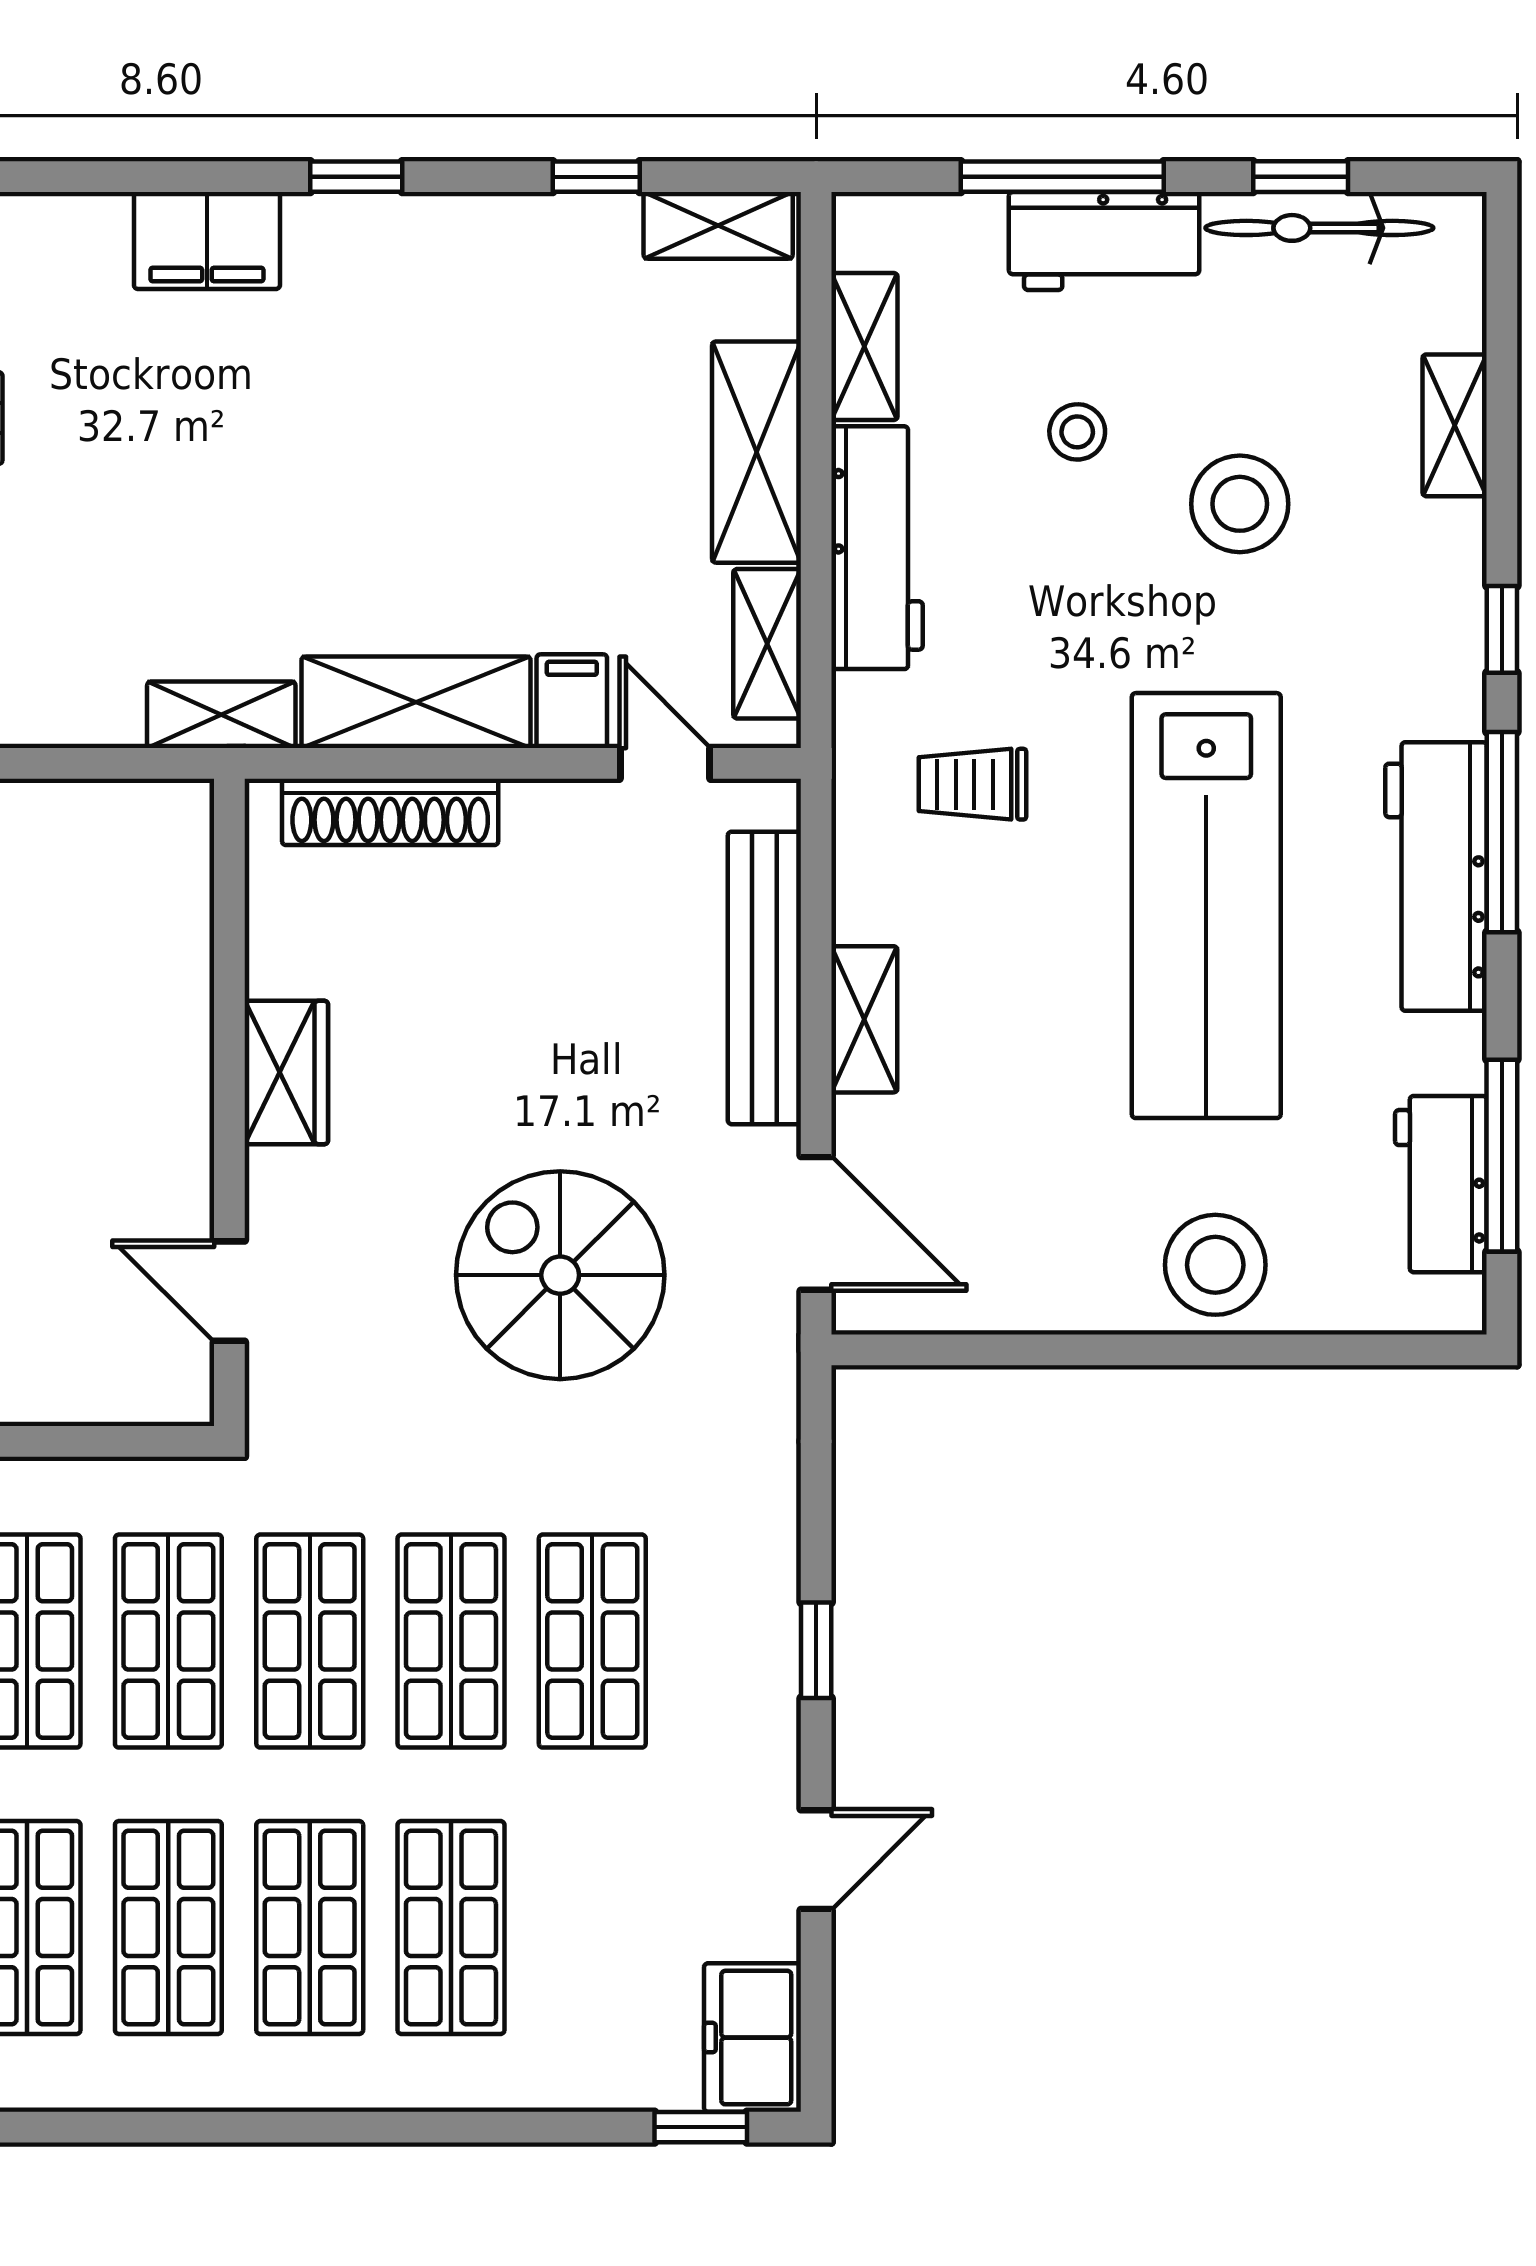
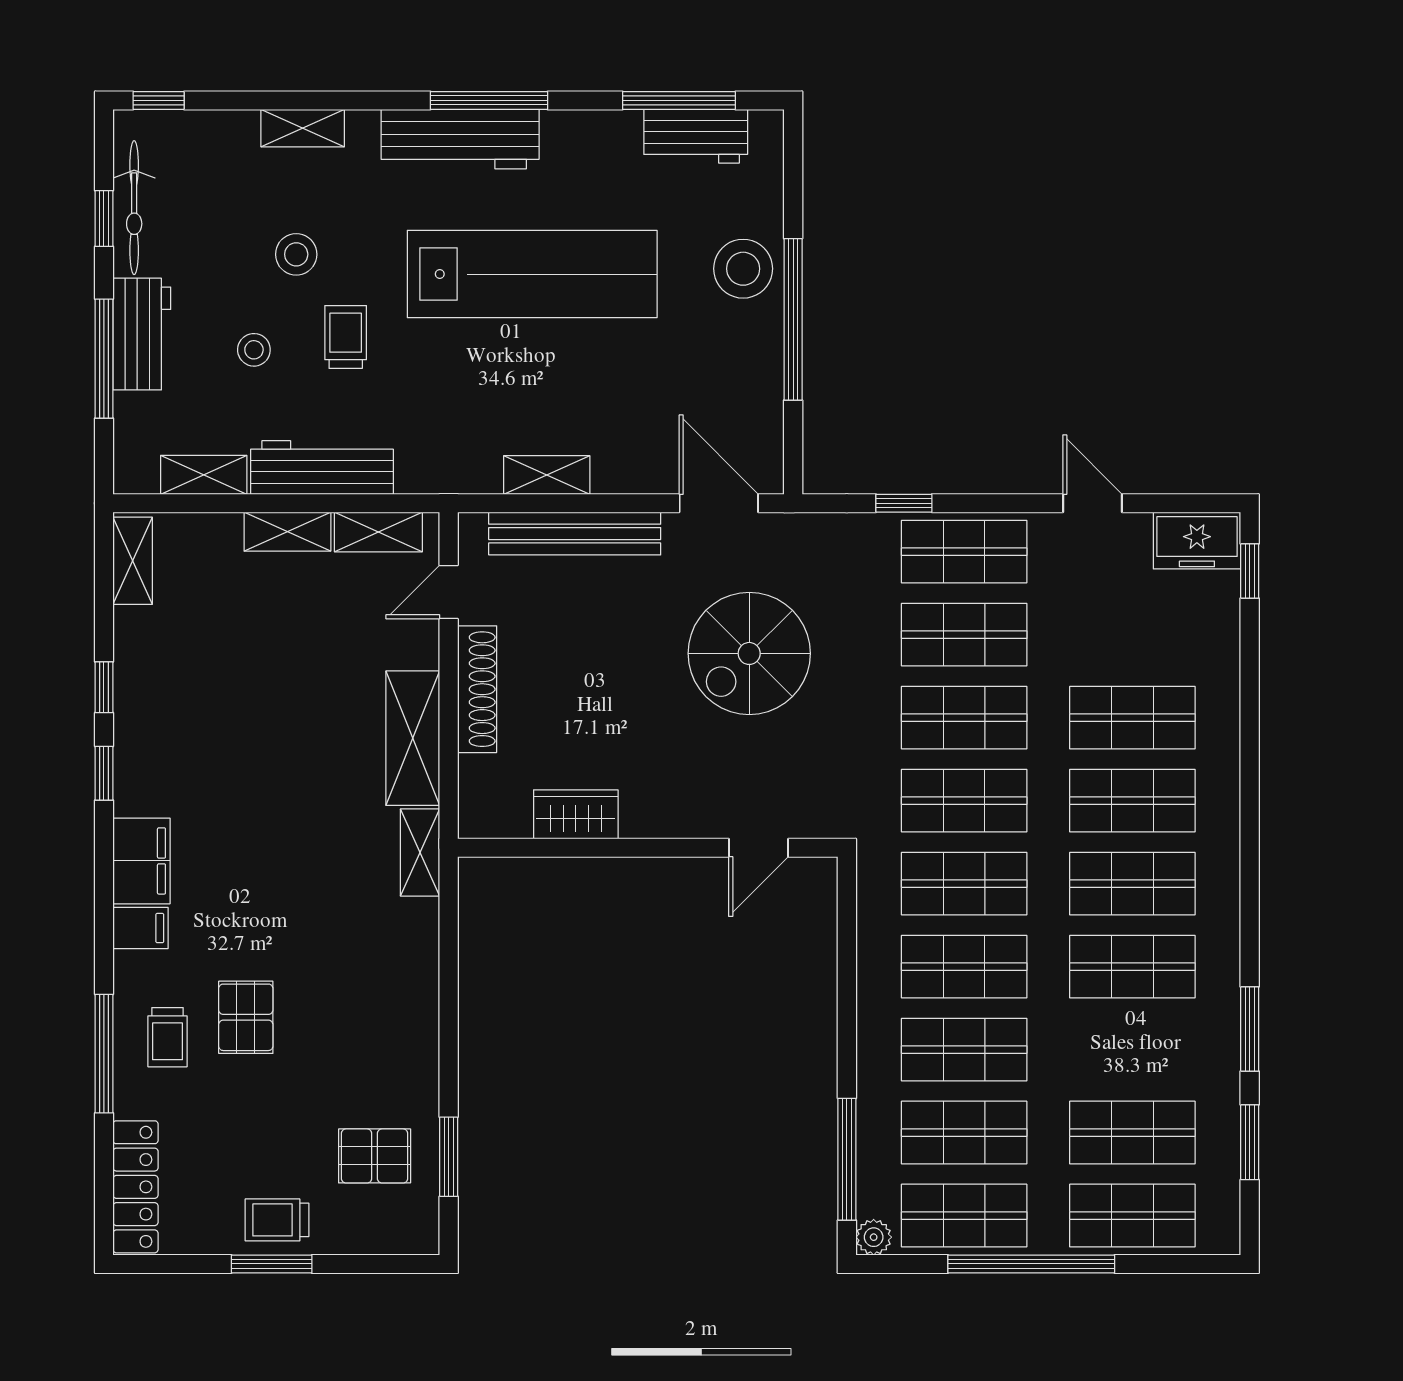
window: (596, 177) -> (104, 687), moved
shelving: (1455, 425) -> (303, 128), moved
shelving: (756, 452) -> (287, 532), width x0.67, depth x0.75
stool: (1240, 504) -> (296, 254), width x0.73, depth x0.73
window: (1502, 629) -> (159, 100), moved
filing cabinet: (572, 701) -> (141, 928), moved, turned 180
trolley: (972, 784) -> (346, 337), moved, turned 180
shoe rack: (390, 812) -> (477, 689), moved
workbench: (1436, 876) -> (460, 139), moved
shelving: (864, 1019) -> (547, 475), moved
wardrobe: (286, 1072) -> (576, 814), moved
door: (816, 1223) -> (719, 503), hinge flipped
window: (1129, 1350) -> (793, 319), added
shop shelf: (734, 1641) -> (964, 552), added
window: (816, 1650) -> (904, 503), moved

